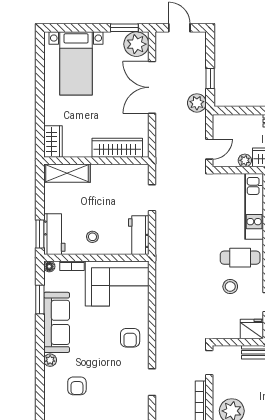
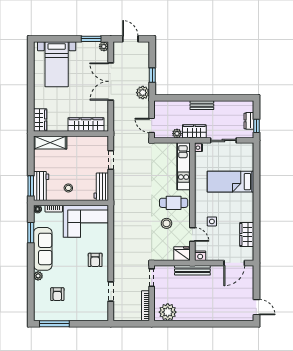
plant: (136, 44) -> (104, 46), width x0.53, depth x0.53
door: (209, 149) -> (152, 125), swing flipped

